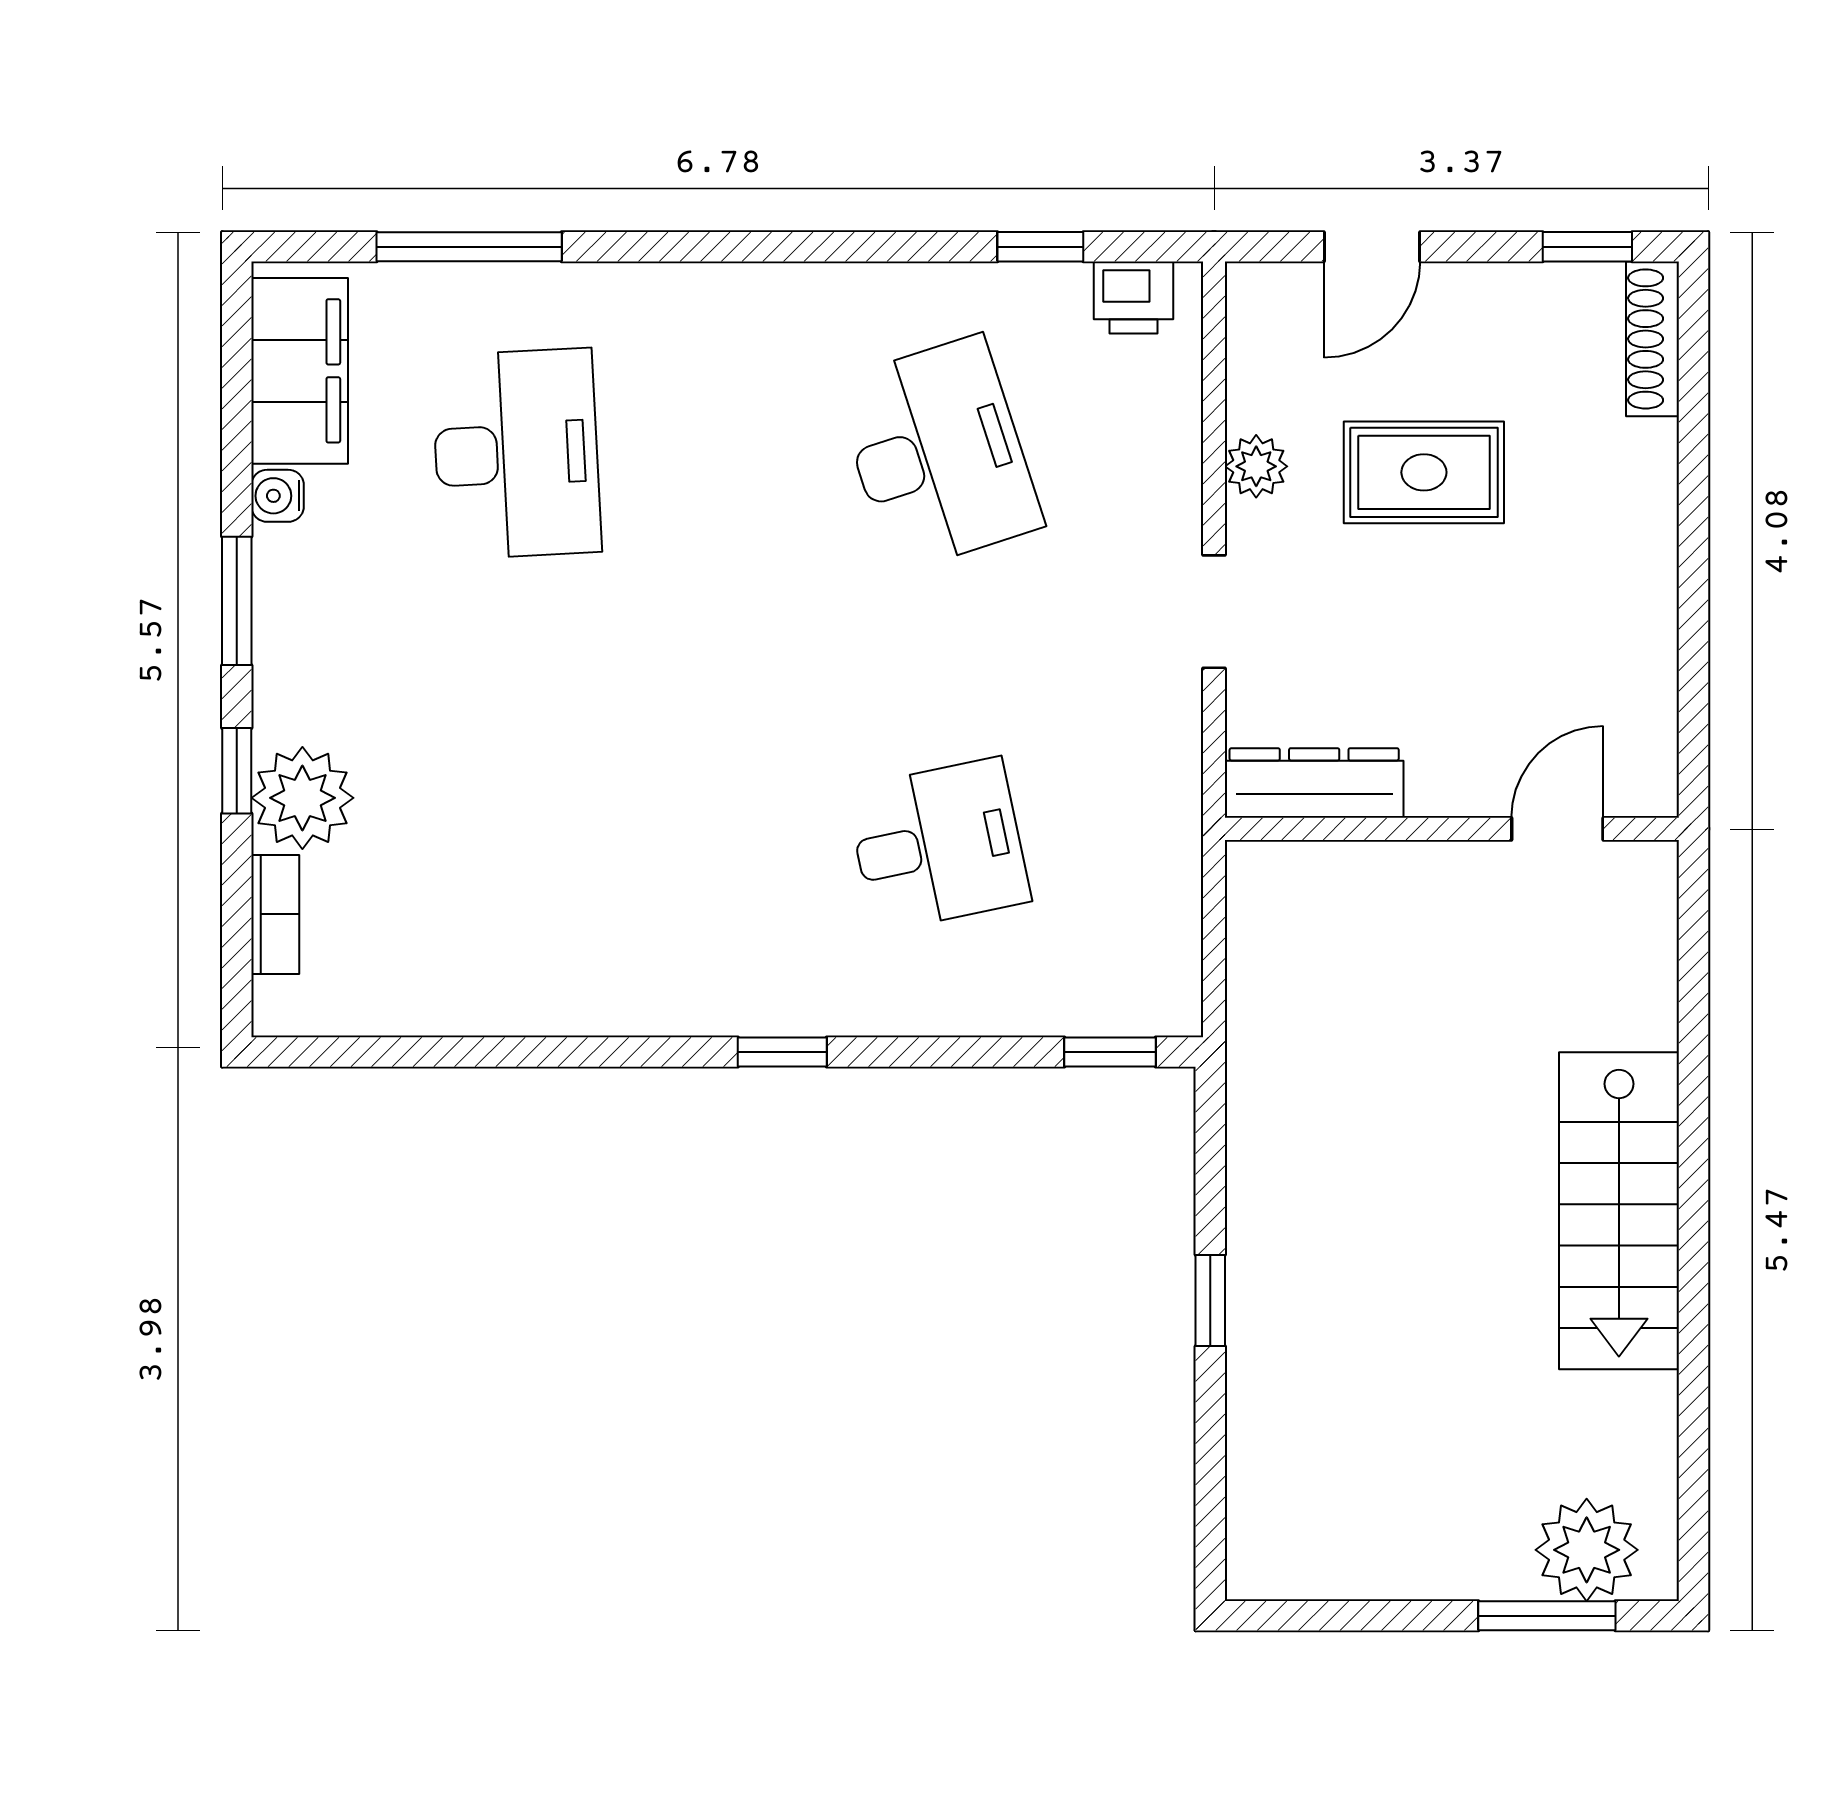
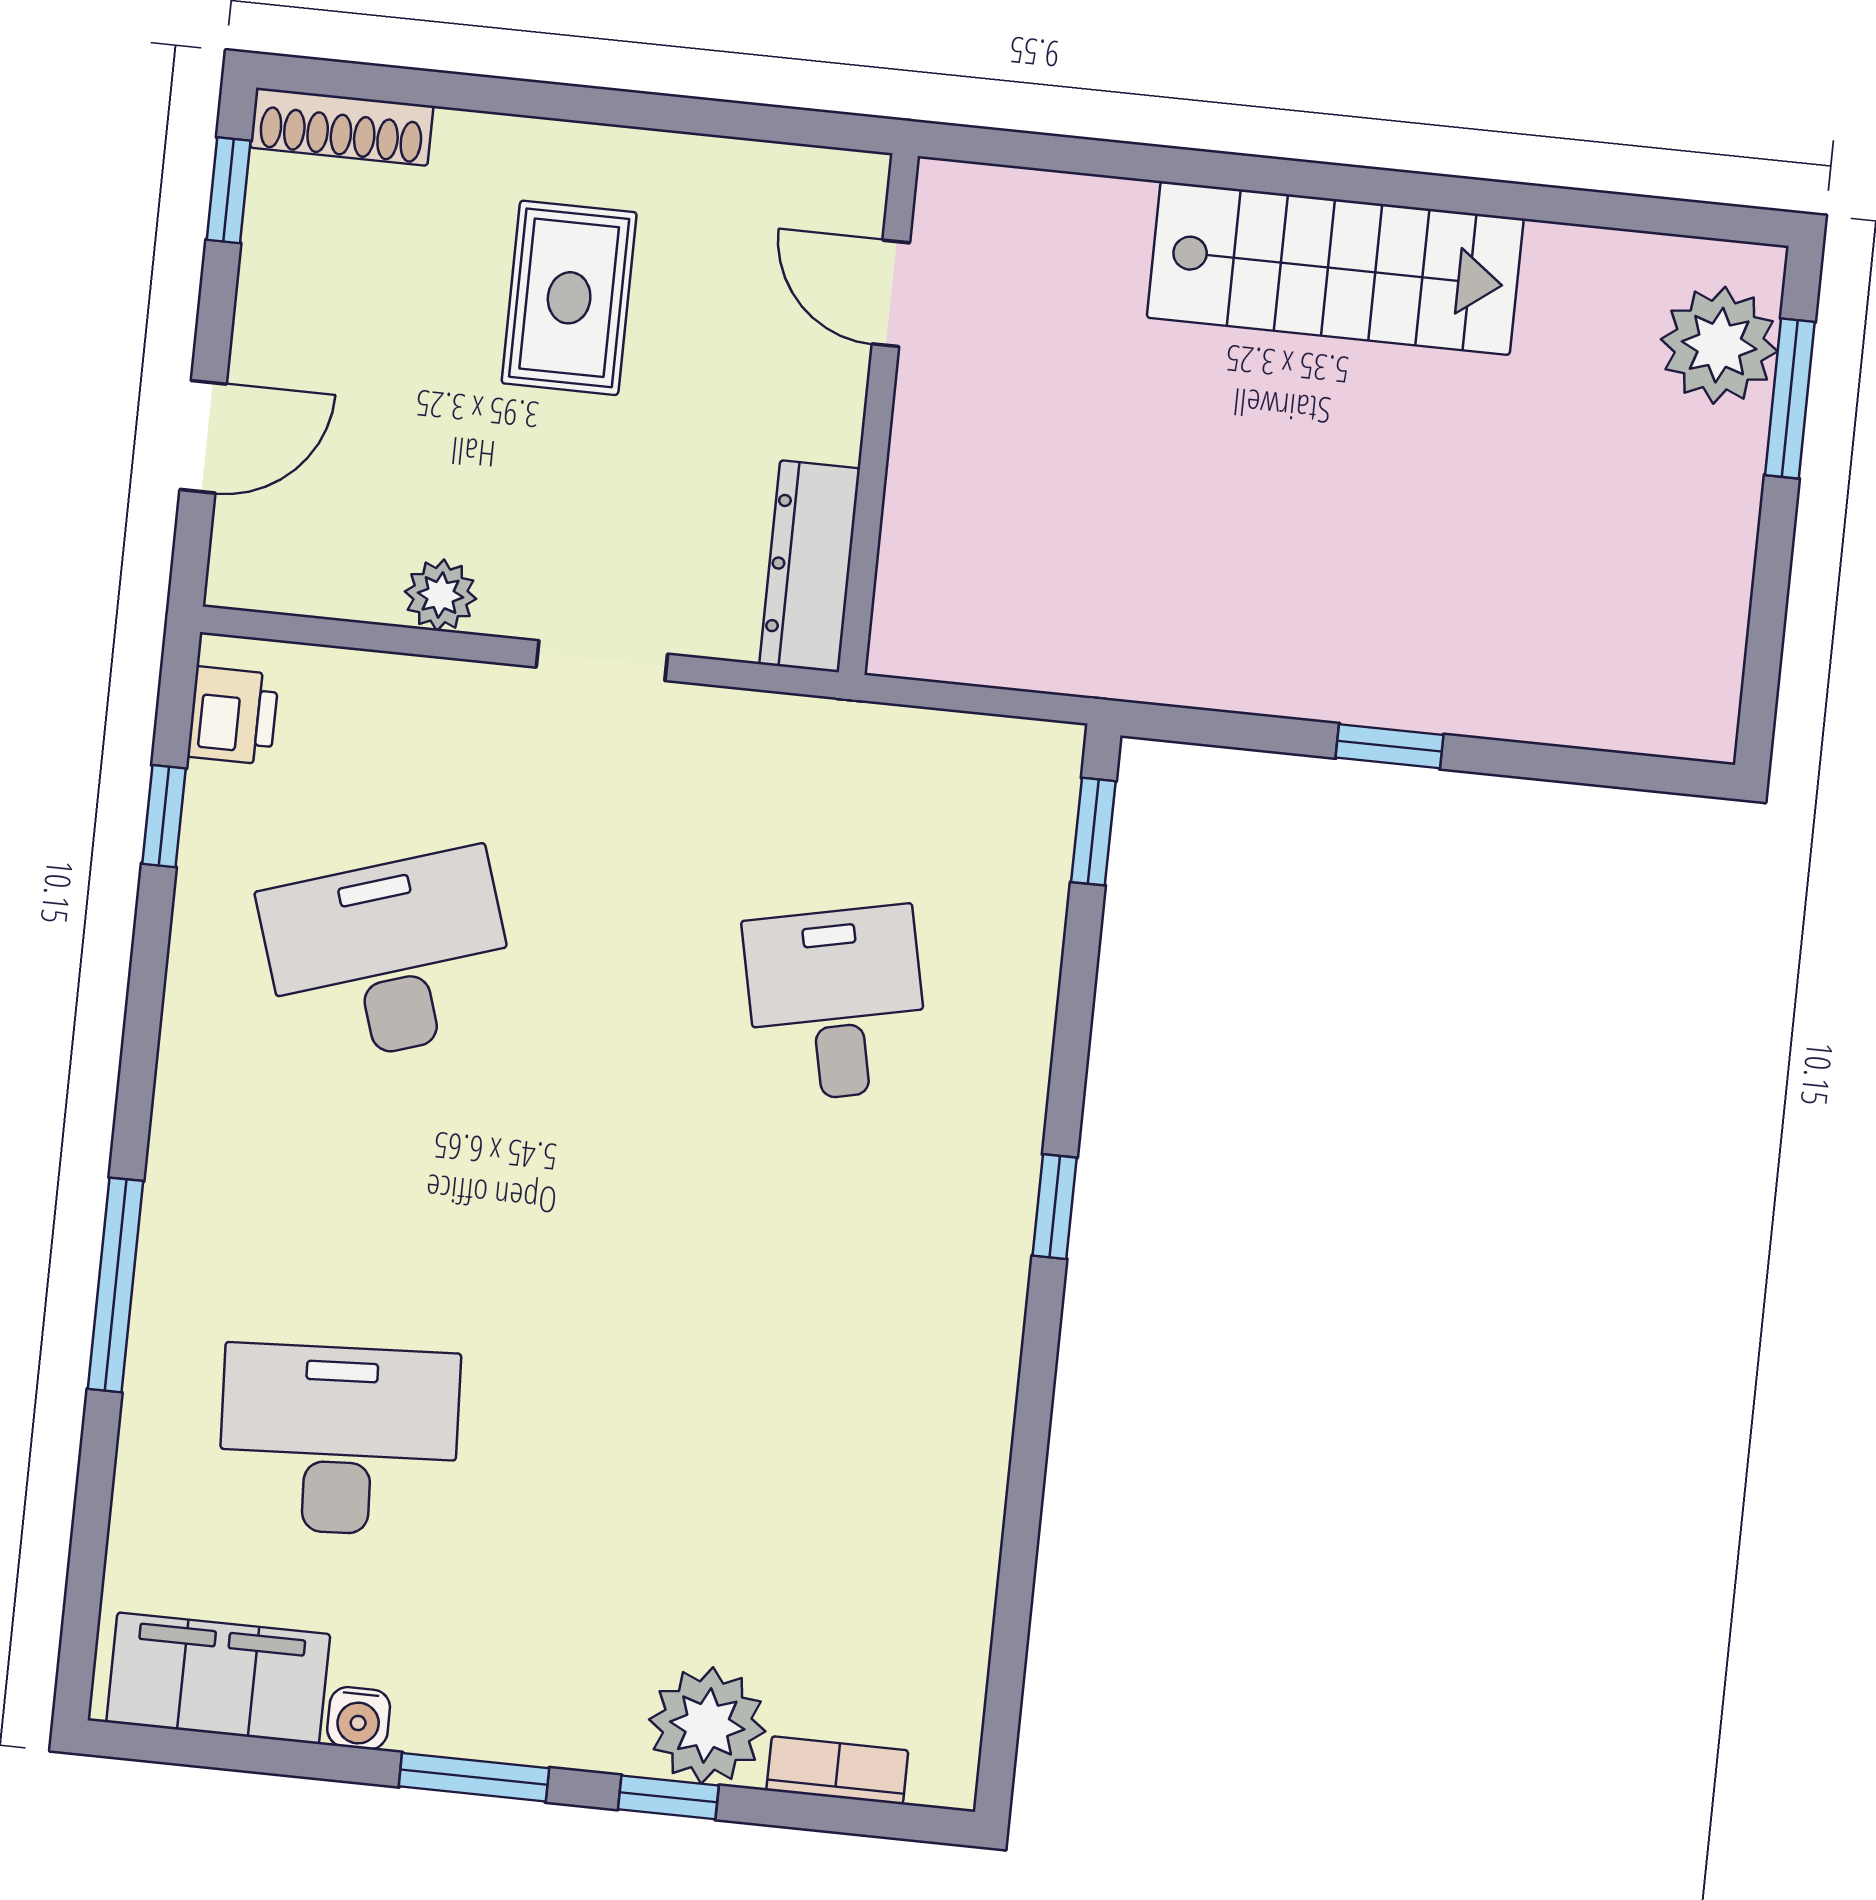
window: (469, 247) -> (116, 1285), moved
door: (1372, 247) -> (203, 437), hinge flipped
rug: (1424, 472) -> (569, 298), moved

